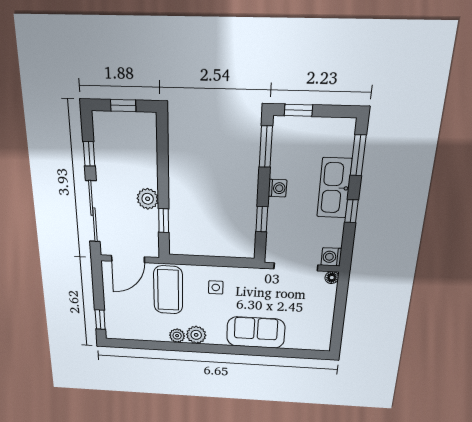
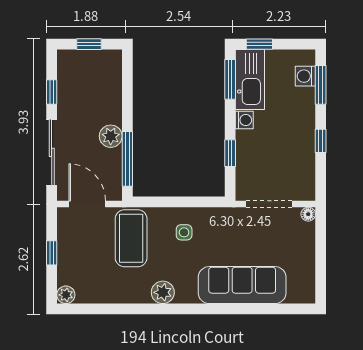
kitchen sink: (334, 188) -> (250, 80), moved, turned 180
window: (164, 221) -> (127, 159), width x2.17
washing machine: (331, 257) -> (305, 76), moved
door: (128, 259) -> (87, 204), swing flipped
window: (100, 320) -> (52, 253), moved
sofa: (256, 332) -> (242, 285), width x1.36
plant: (177, 336) -> (66, 295), moved

